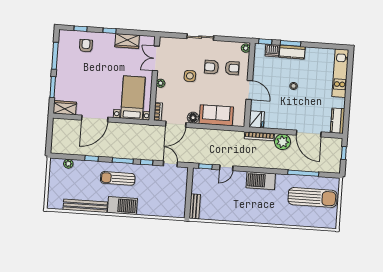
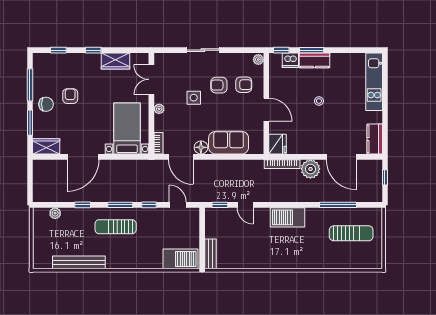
armchair: (86, 46) -> (70, 96), moved
chair: (67, 73) -> (46, 104), added
door: (176, 124) -> (181, 157), hinge flipped
door: (226, 168) -> (245, 205), hinge flipped
sun lounger: (313, 197) -> (351, 233), width x0.73, depth x0.75
barbecue: (122, 206) -> (181, 259), moved

